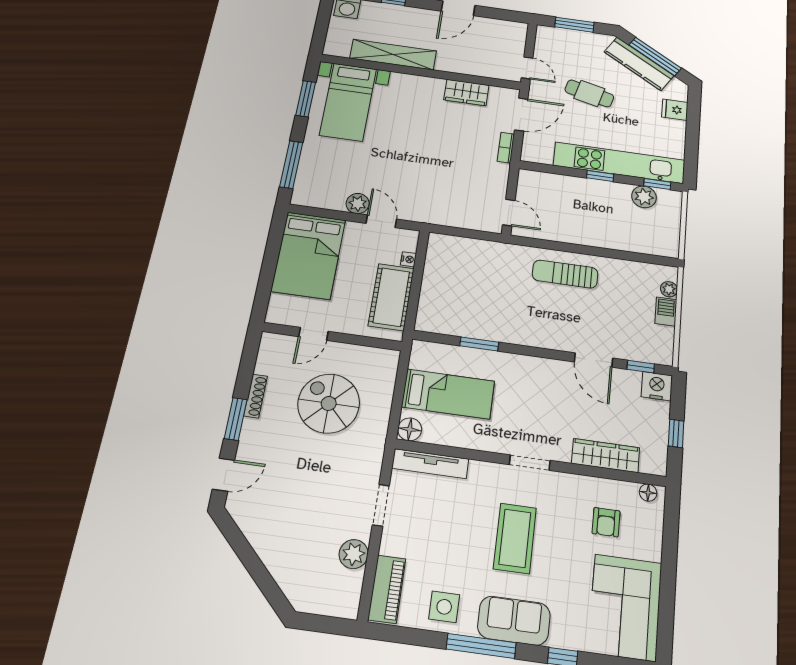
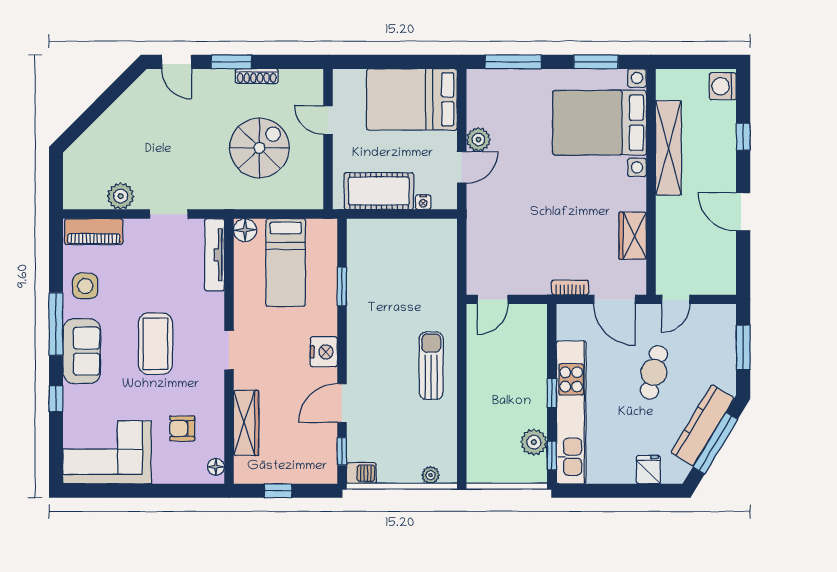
bed with nightstands: (348, 102) -> (599, 123), width x1.36
barbecue: (666, 312) -> (361, 473), moved
nightstand: (657, 386) -> (324, 352), moved
coffee table: (515, 538) -> (155, 344), turned 90

